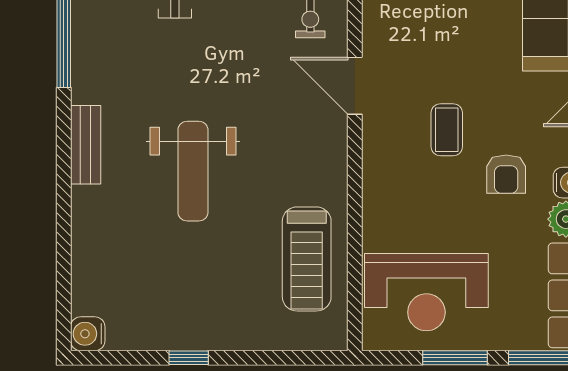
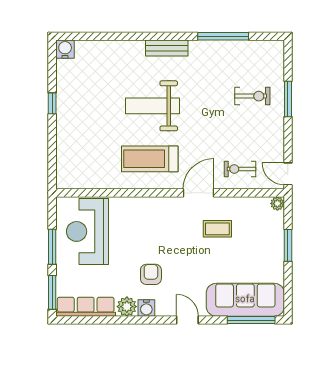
coffee table: (447, 130) -> (217, 229), moved
armchair: (506, 174) -> (151, 274), turned 90
treadmill: (307, 259) -> (150, 159), moved

